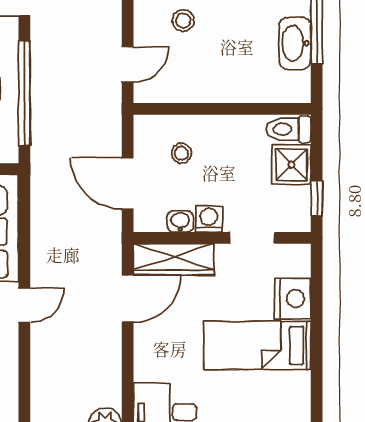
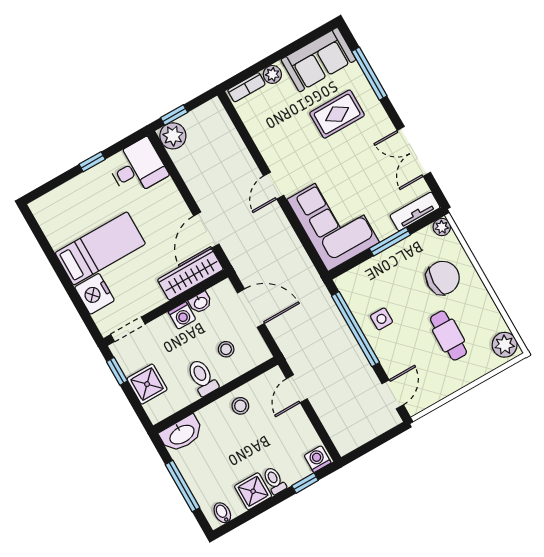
stool: (183, 21) -> (240, 406), moved
washbasin: (295, 43) -> (182, 434), moved, turned 90
toilet: (289, 129) -> (202, 377), moved, turned -90
doorway: (252, 238) -> (128, 329), moved

